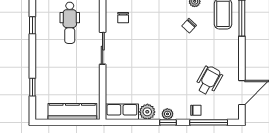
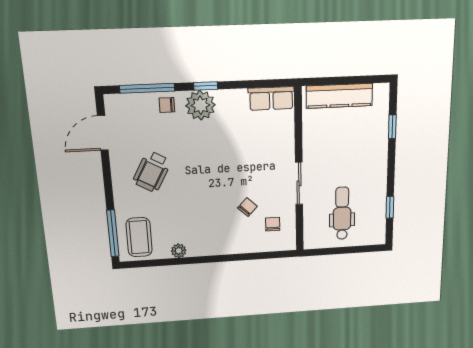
chair: (189, 26) -> (247, 207), moved
wheelchair: (209, 80) -> (152, 172), moved
plant: (147, 112) -> (236, 100), removed
plant: (167, 114) -> (200, 105), width x1.87, depth x1.87

